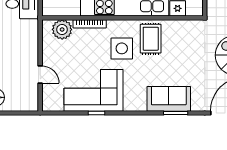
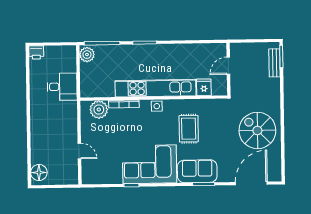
rug: (151, 39) -> (189, 129), moved
side table: (122, 48) -> (157, 106), moved, width x0.54, depth x0.54
corner sofa: (93, 90) -> (150, 164), moved

